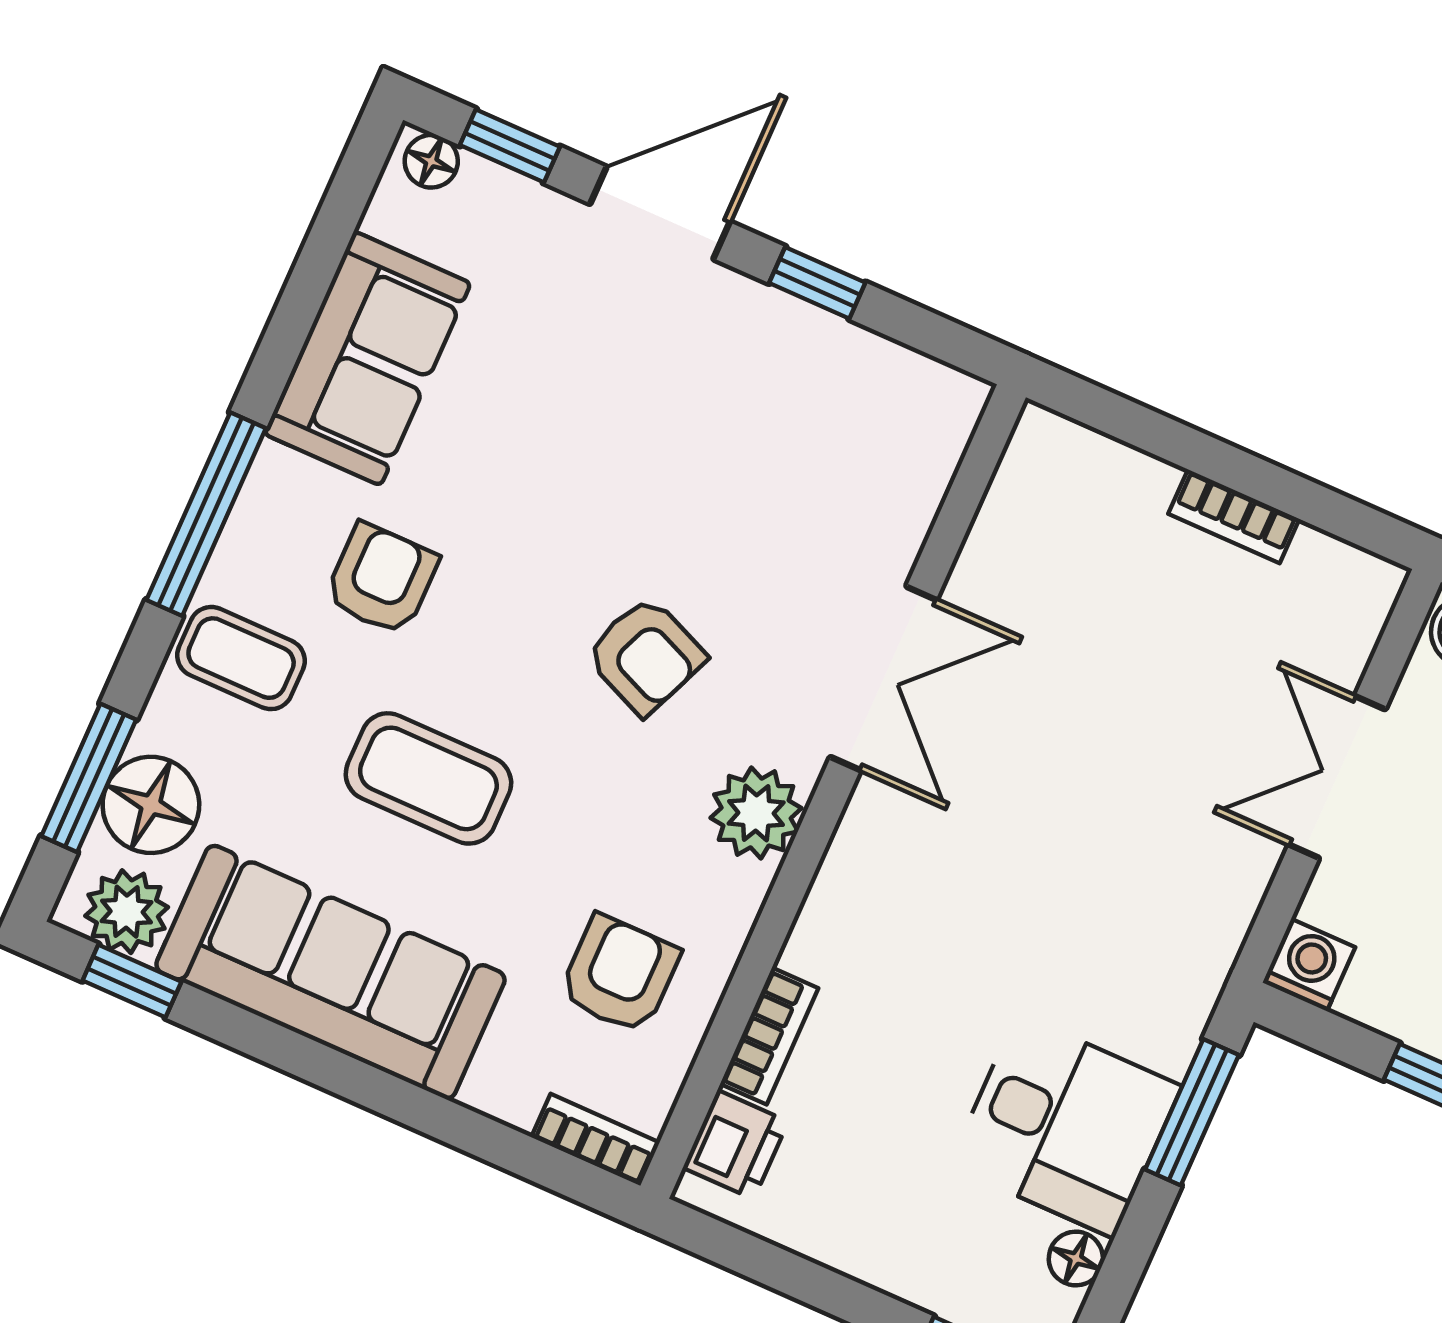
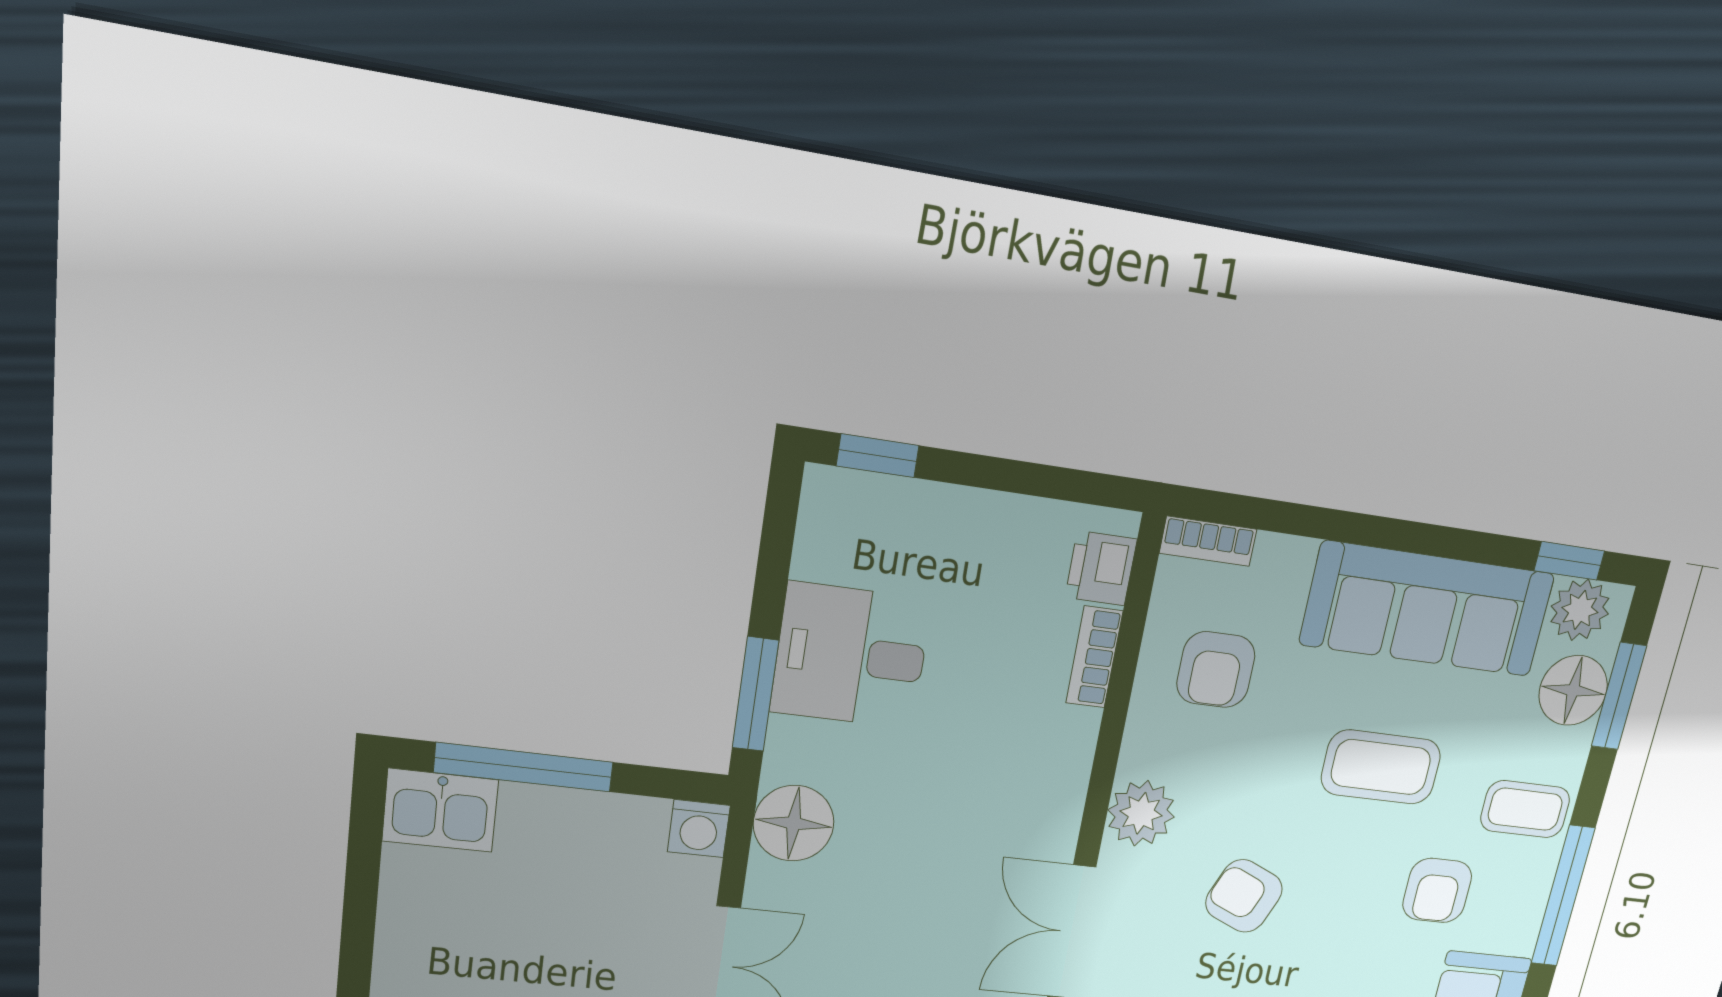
floor lamp: (1076, 1259) -> (794, 823), moved, width x1.89, depth x1.89

